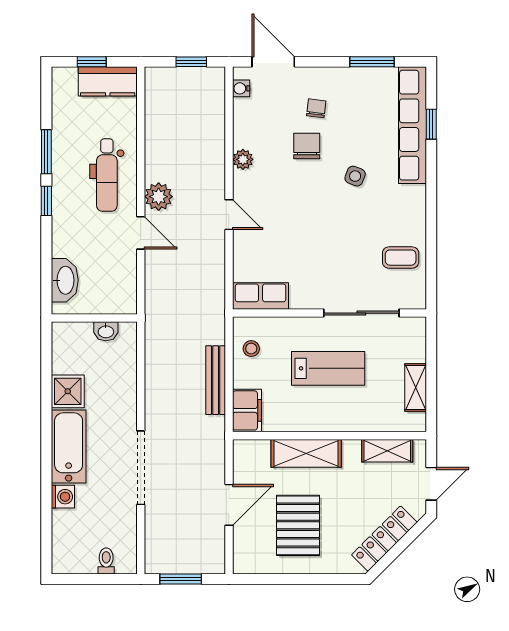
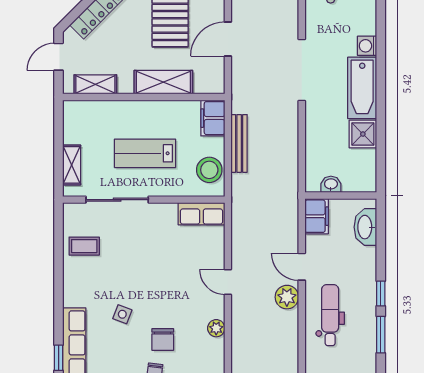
filing cabinet: (123, 293) -> (317, 216), added
stool: (251, 349) -> (209, 170), width x1.89, depth x1.89
shelving: (416, 387) -> (72, 165), moved

